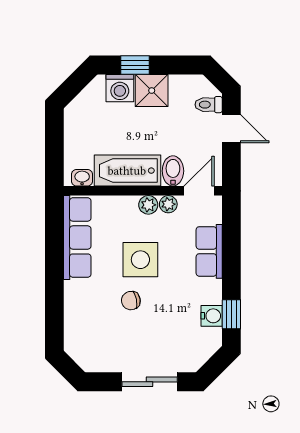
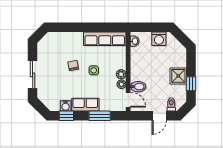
window: (135, 65) -> (191, 84), moved
washing machine: (120, 88) -> (159, 39), moved, turned -90
bathtub: (127, 171) -> (138, 64), removed
window: (231, 248) -> (100, 116), added
row of seats: (209, 251) -> (85, 105), moved
side table: (140, 260) -> (94, 70), width x0.54, depth x0.54

